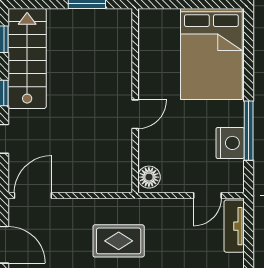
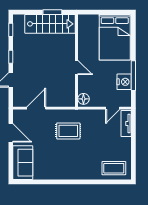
stairs: (27, 58) -> (50, 24), moved, turned 90
door: (135, 114) -> (77, 67), hinge flipped
door: (33, 195) -> (36, 108), moved

